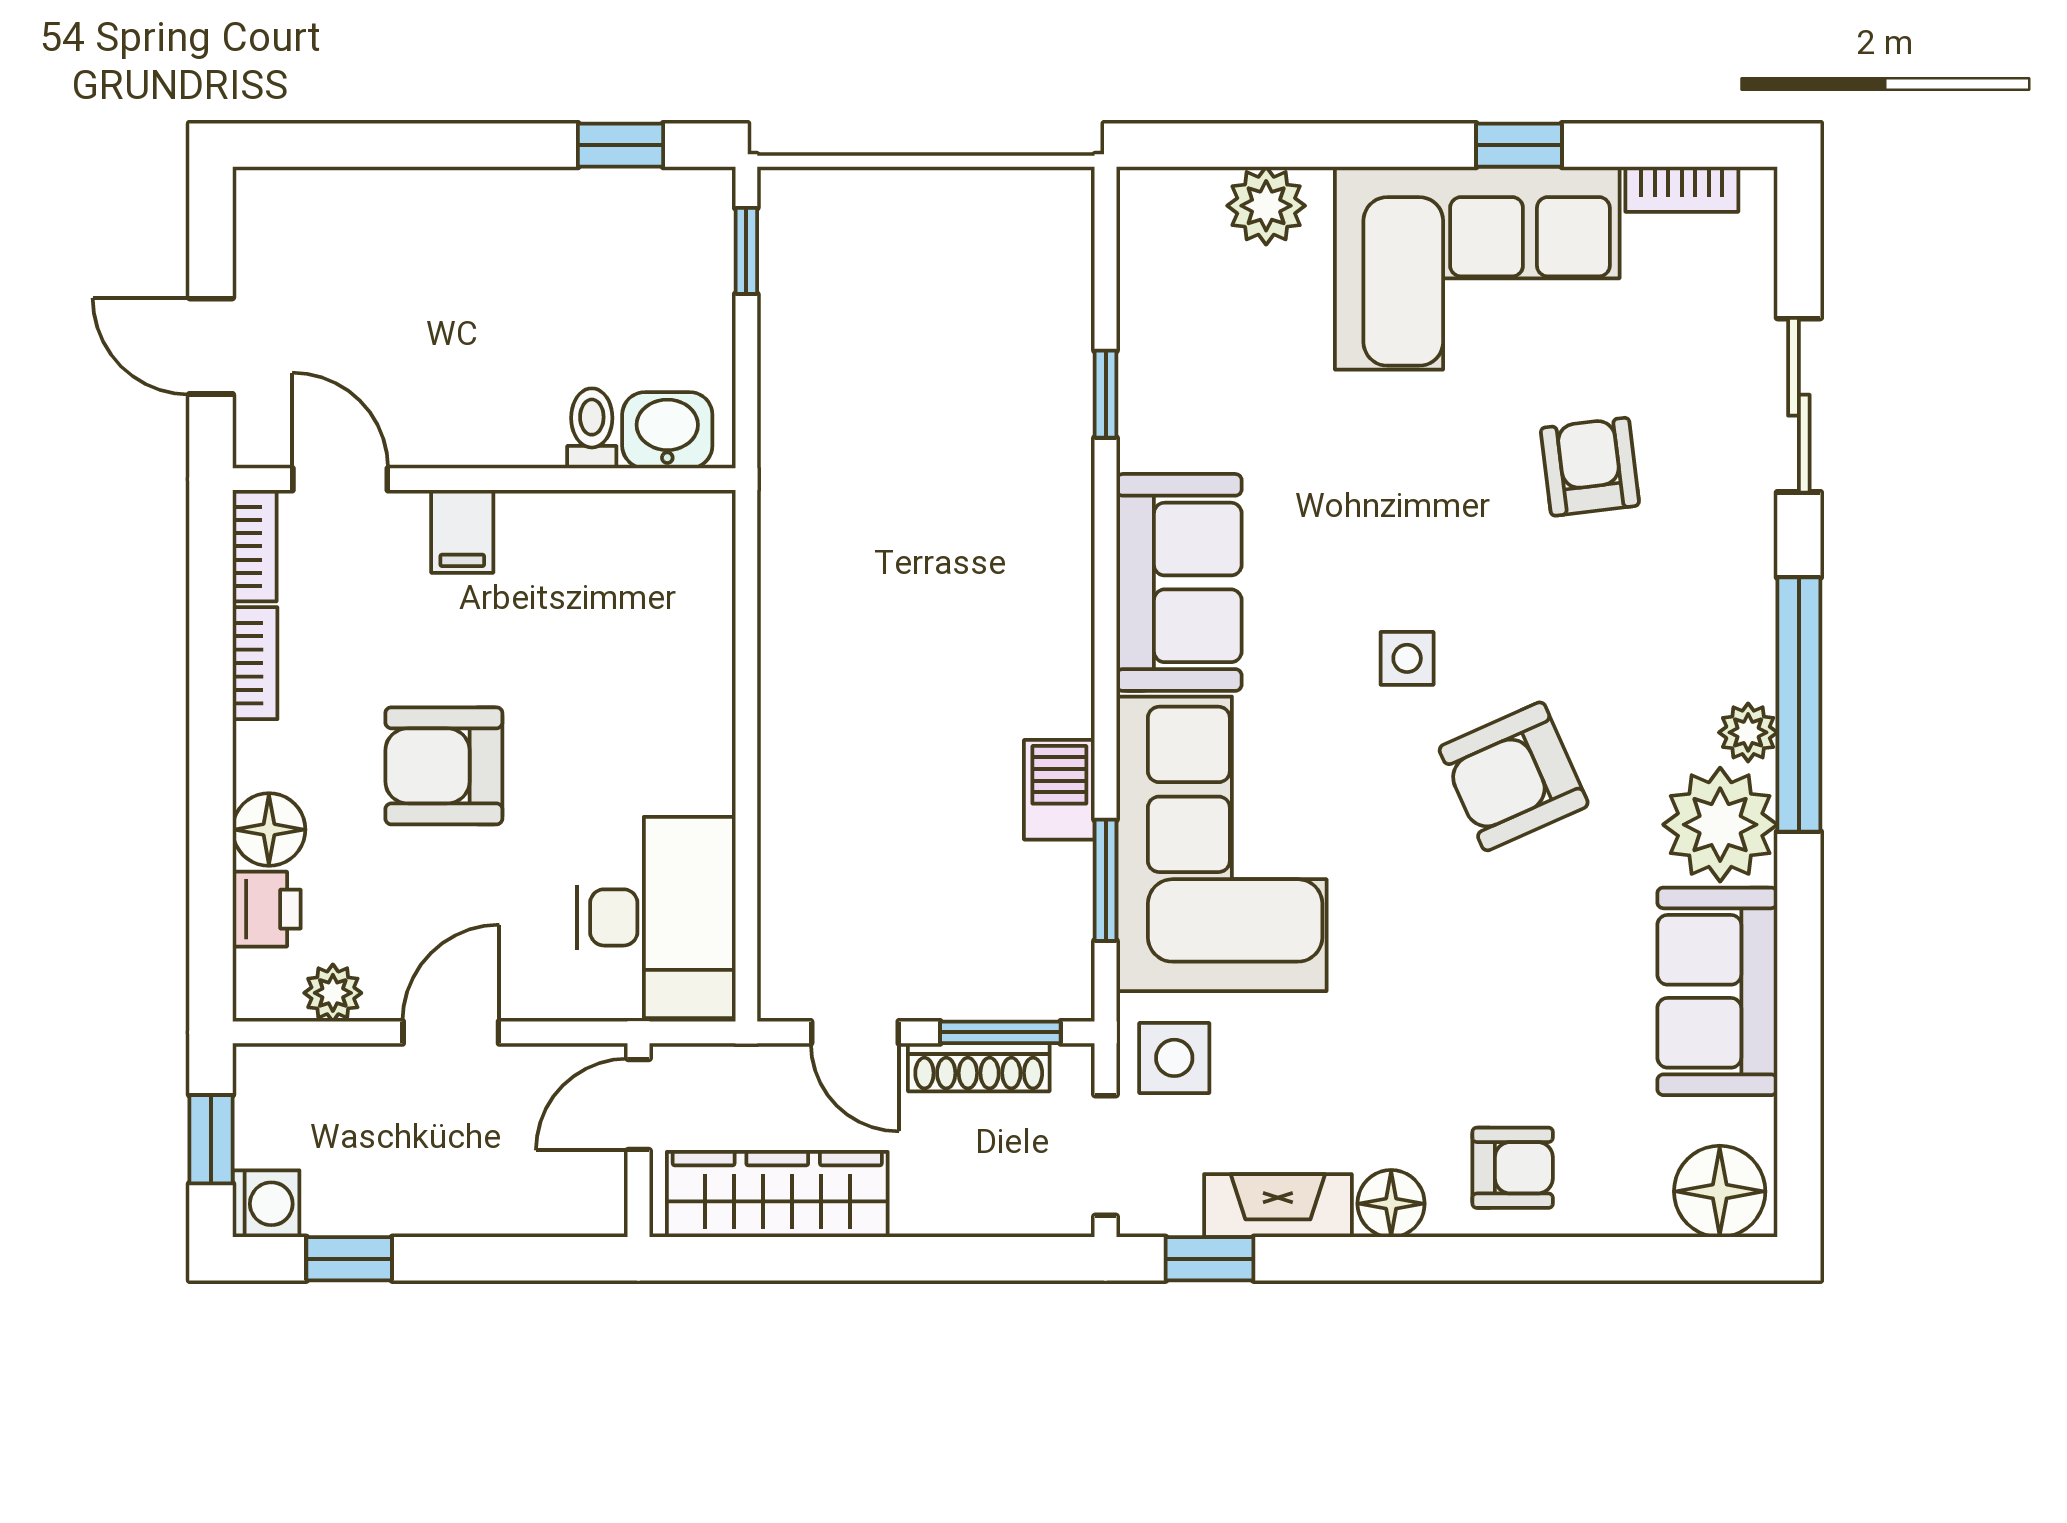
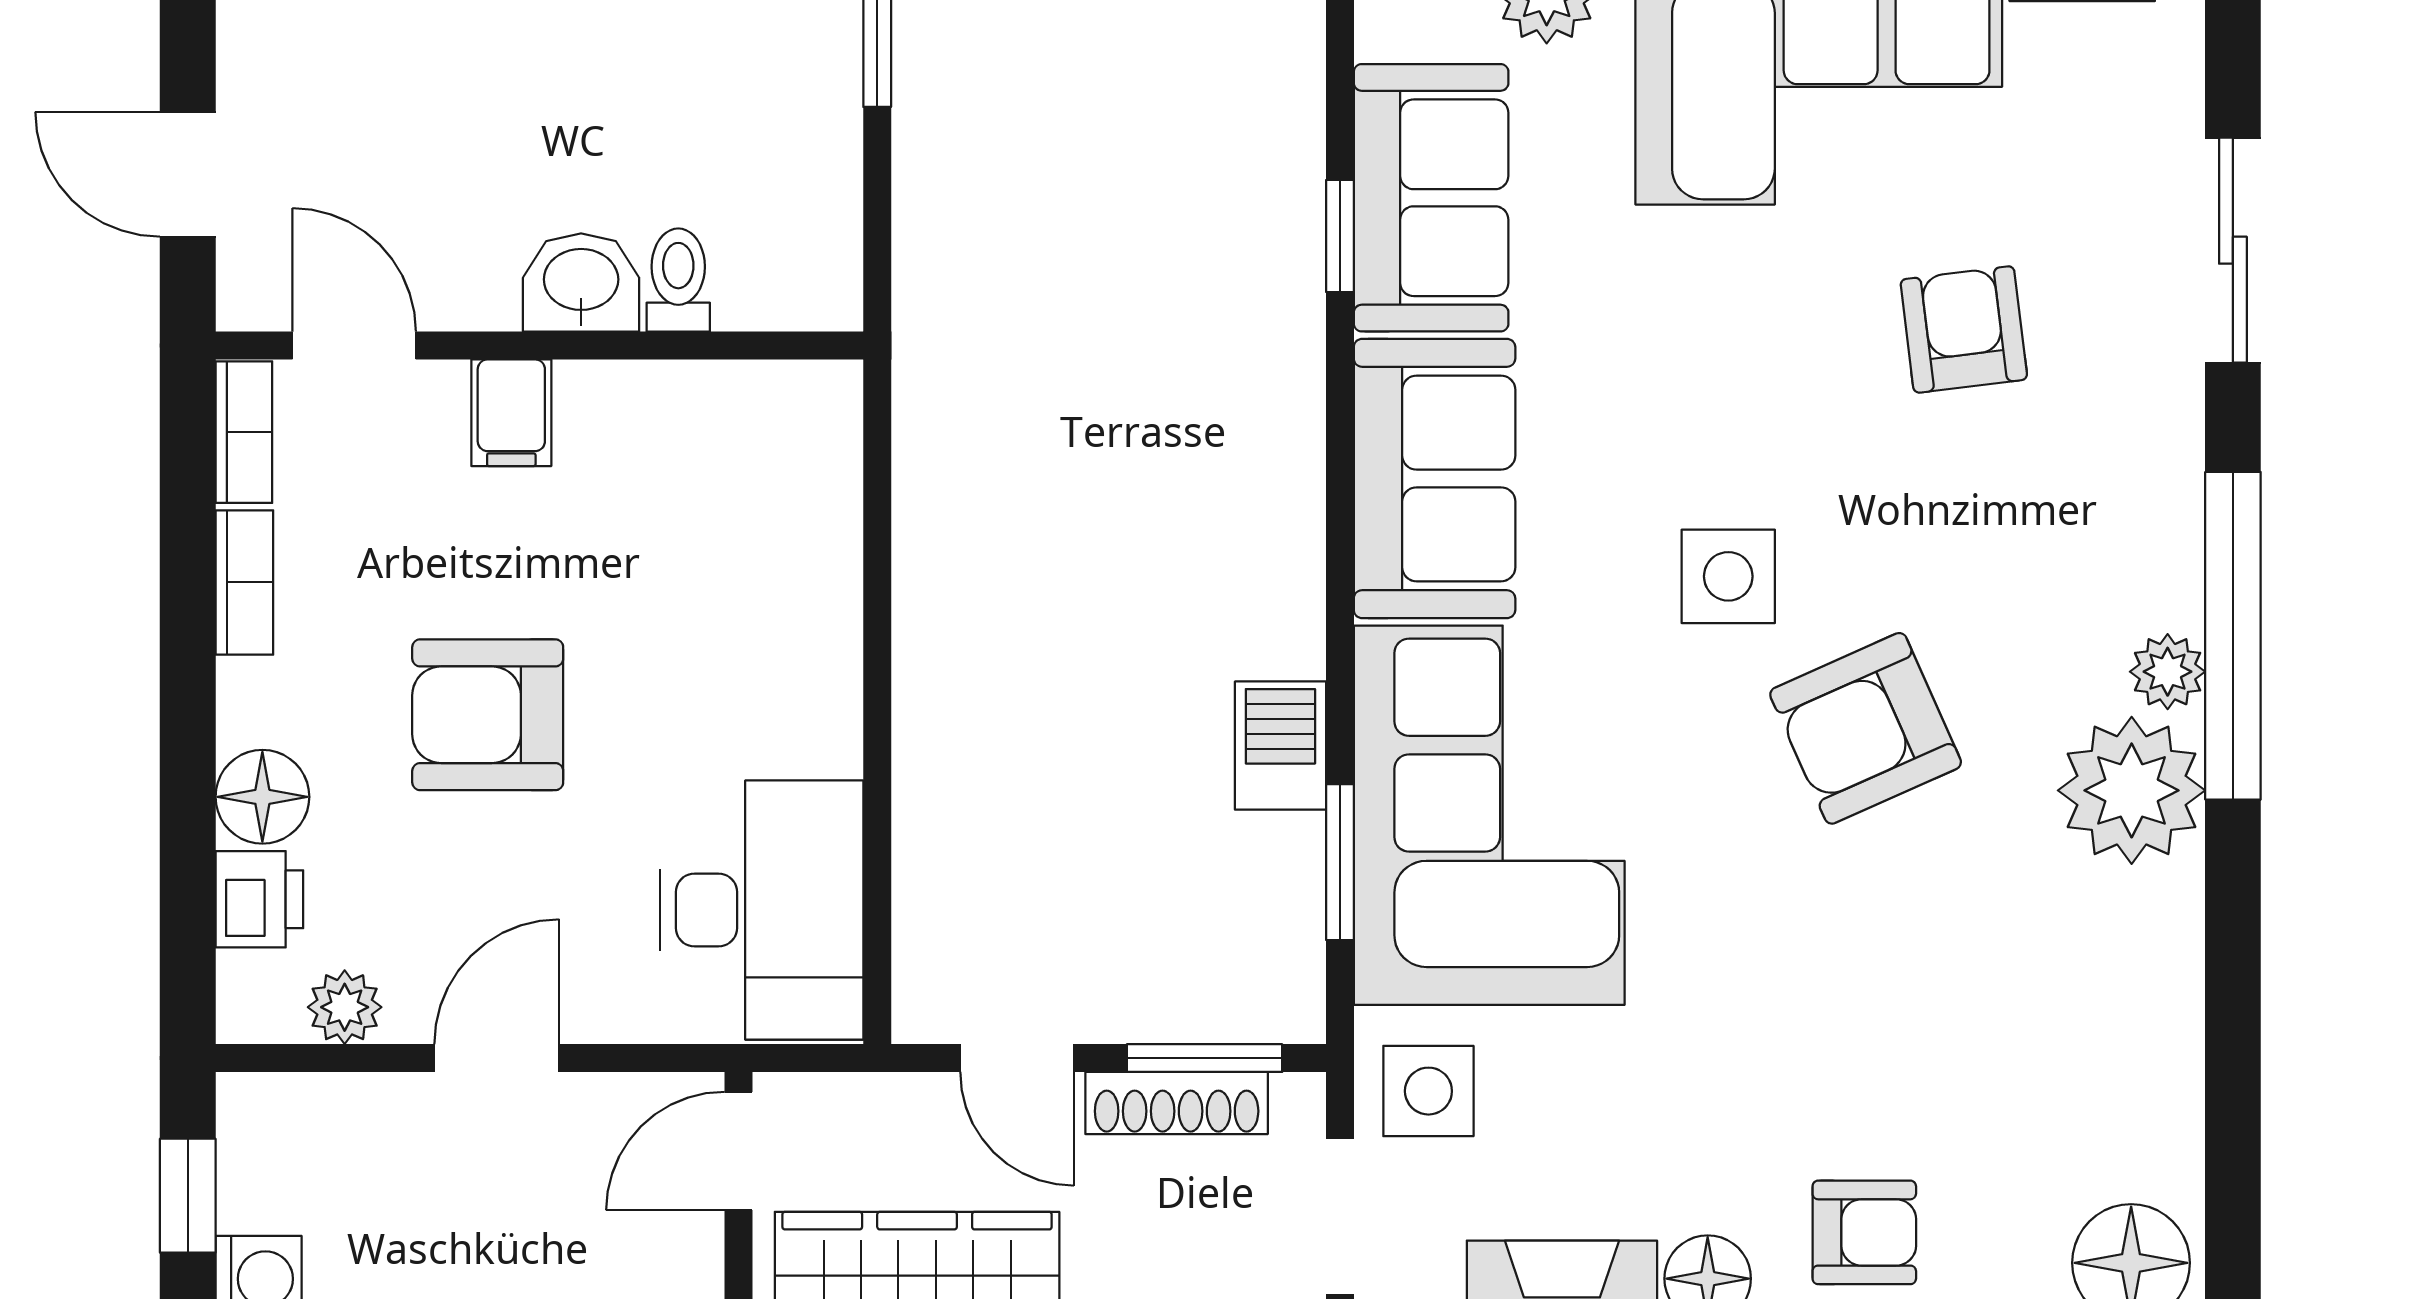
washbasin: (667, 430) -> (581, 282), moved
side table: (1407, 658) -> (1728, 576), width x1.37, depth x1.37
sofa: (1717, 991) -> (1431, 198), moved, turned 180

